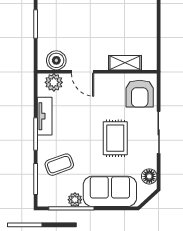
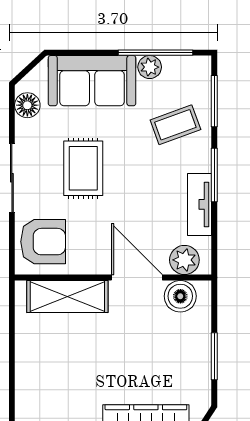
shelving: (125, 63) -> (67, 296), width x1.50, depth x1.33
door: (83, 72) -> (137, 278), width x1.38
armchair: (140, 94) -> (43, 242), turned 90

